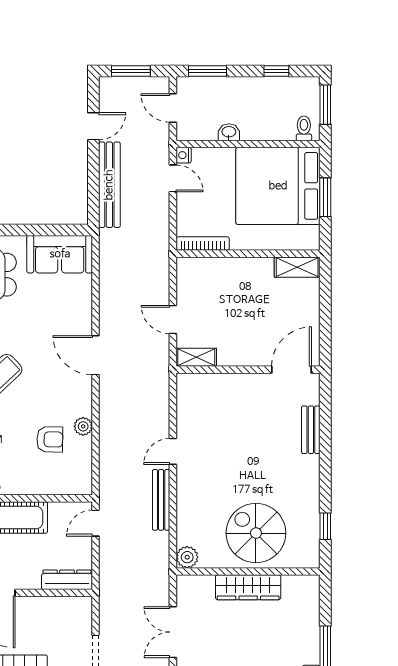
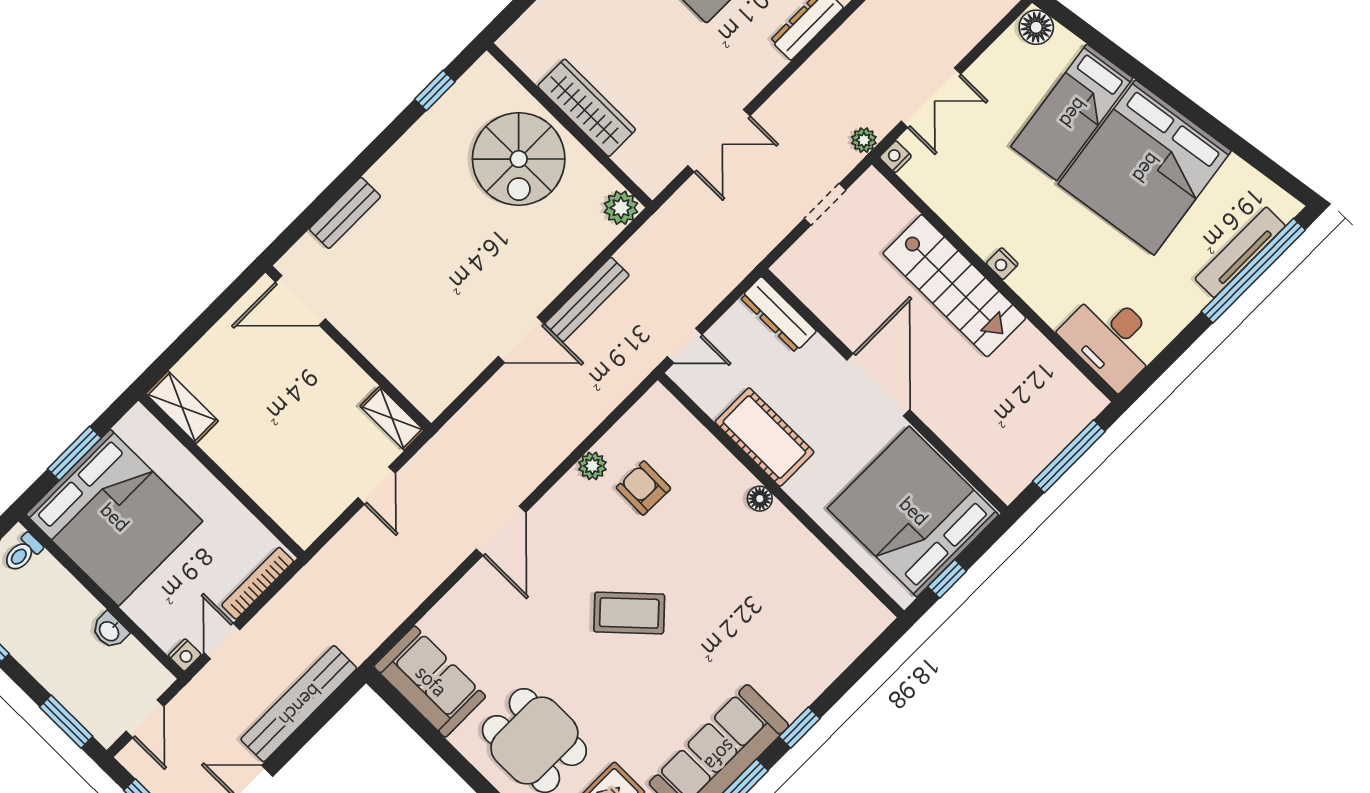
bookcase: (203, 244) -> (258, 583), moved, turned 90
door: (173, 451) -> (521, 340), width x1.38

